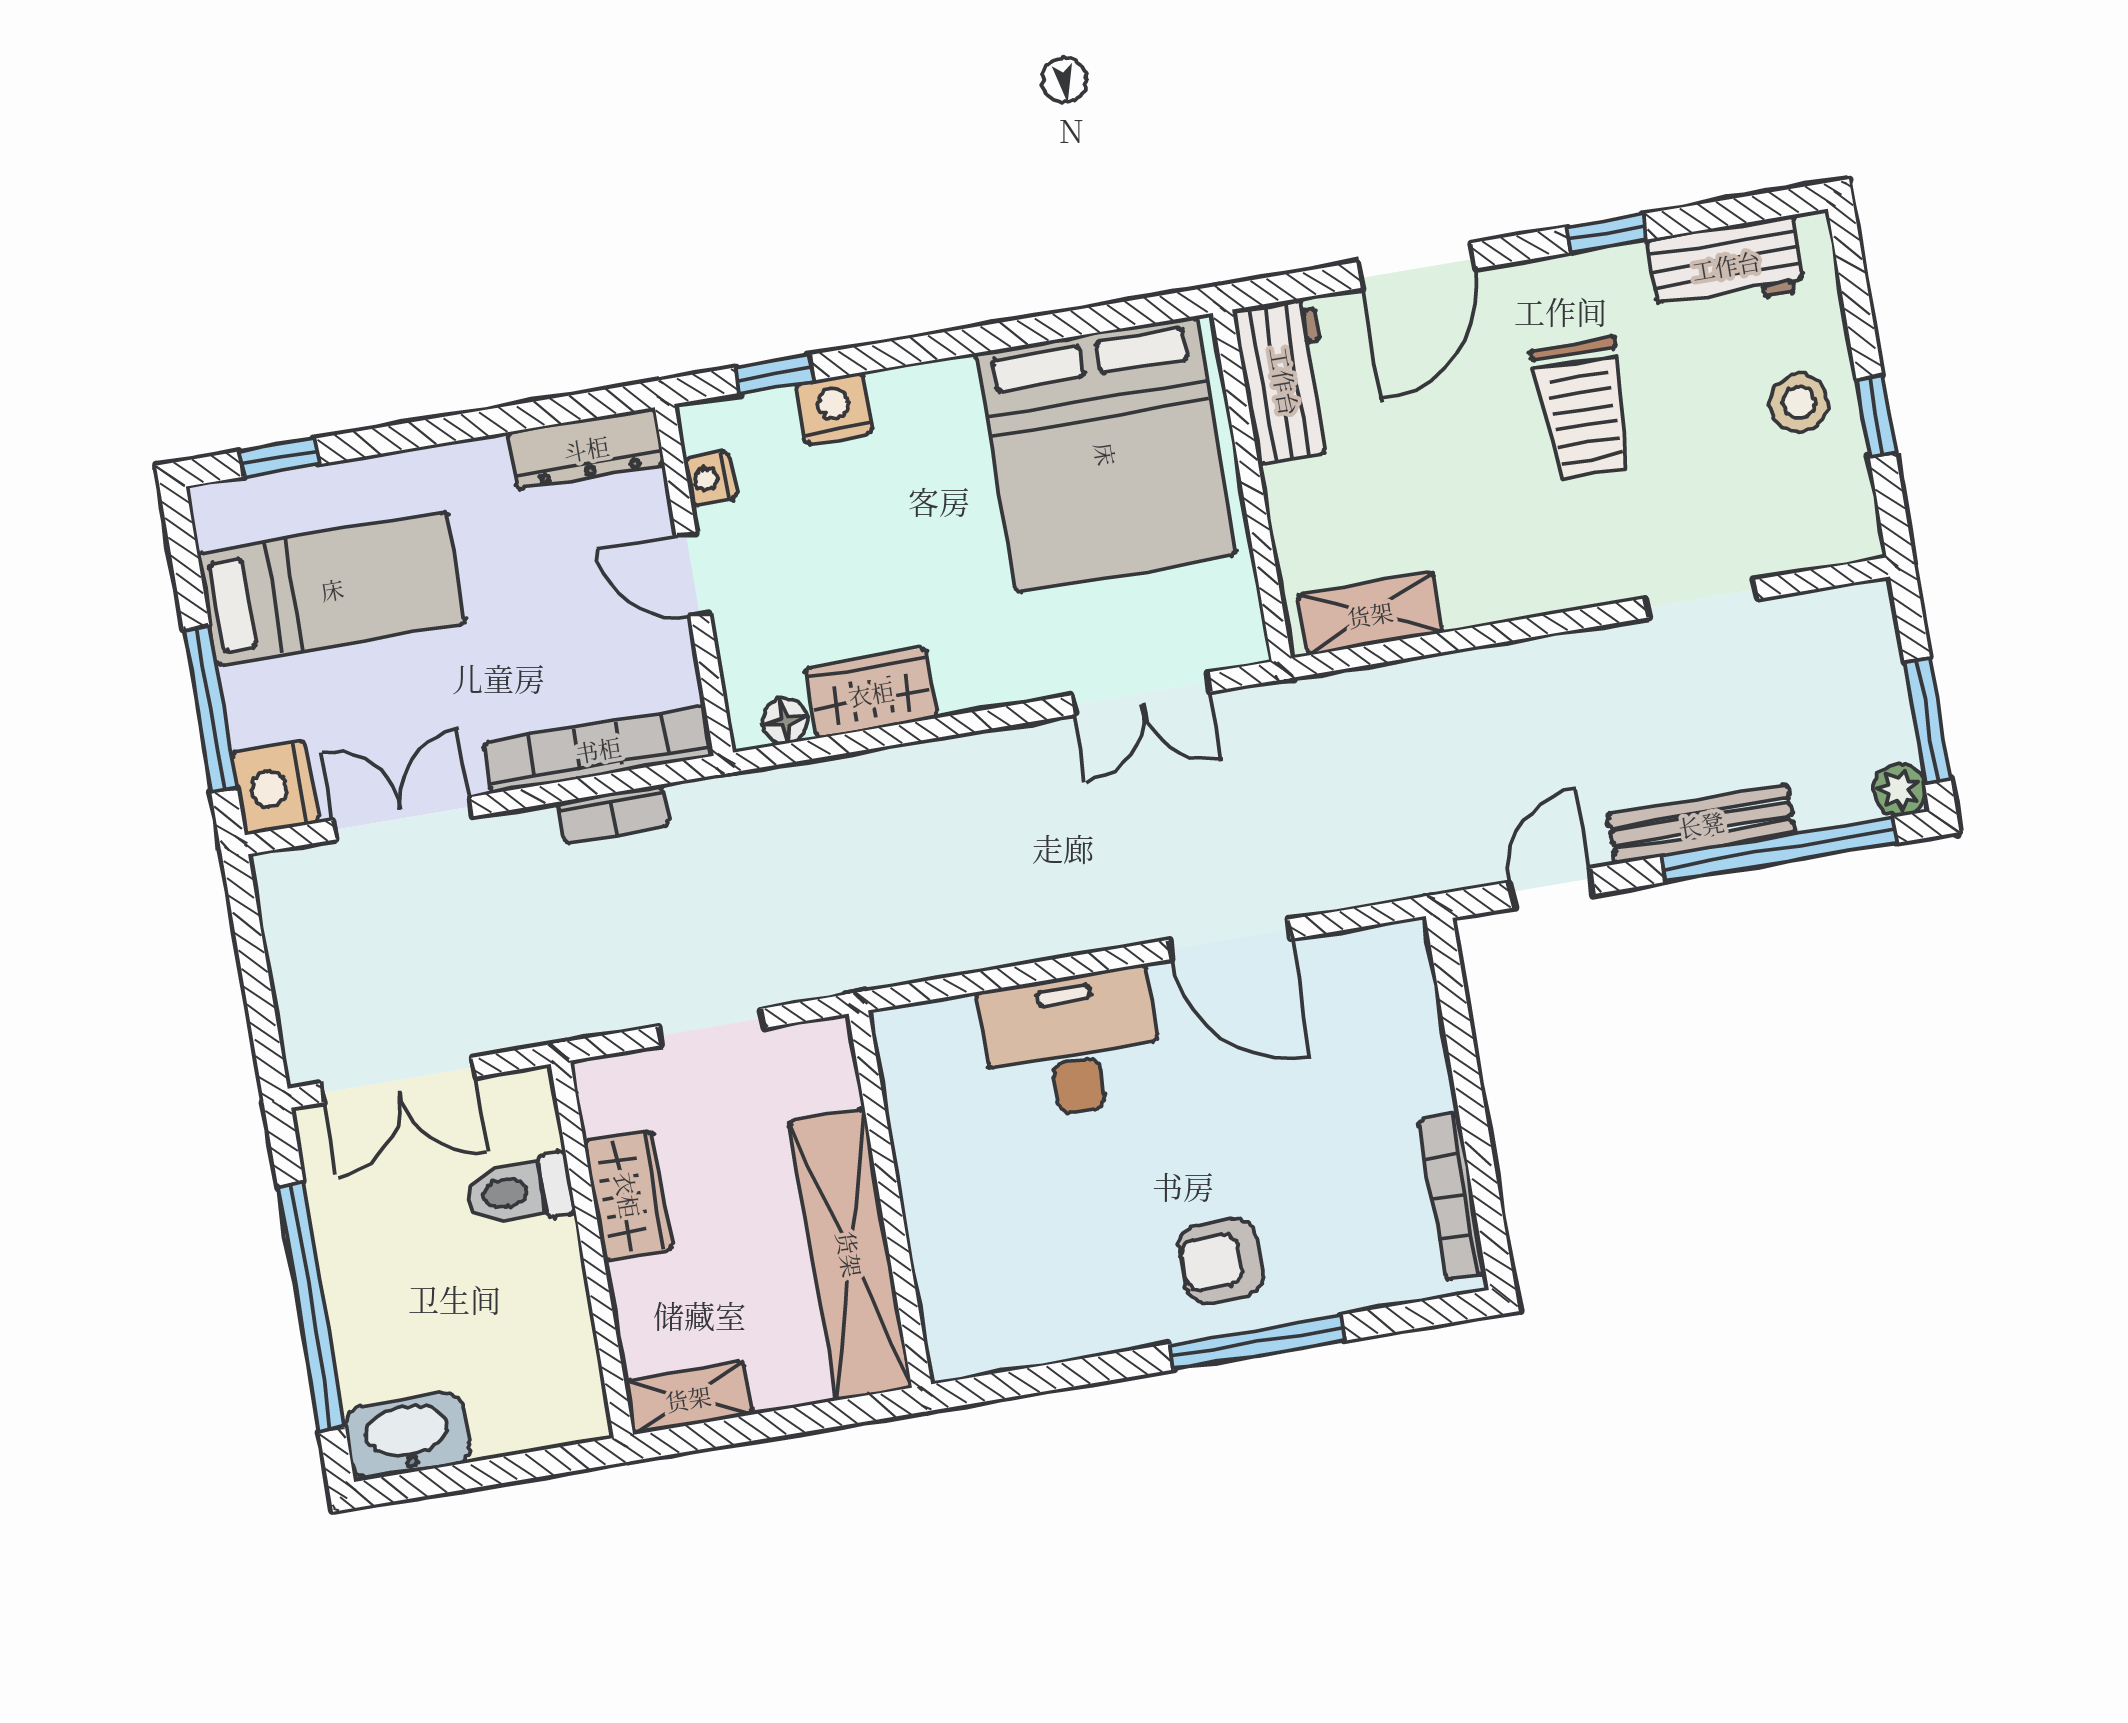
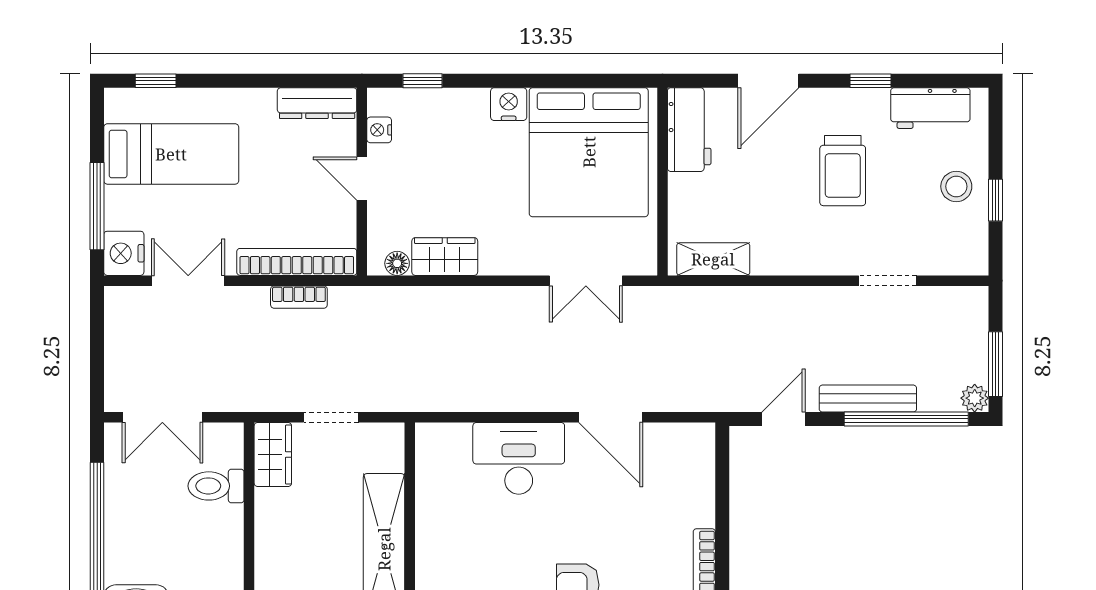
nightstand: (834, 408) -> (509, 104), moved
wardrobe: (628, 1195) -> (273, 455), moved

